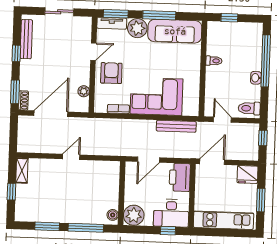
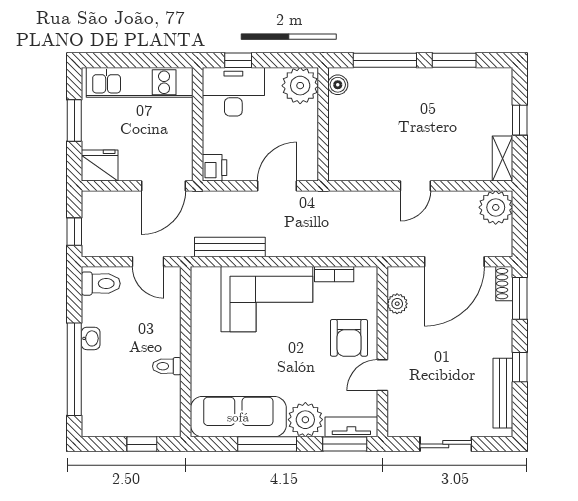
plant: (27, 143) -> (496, 207), added
printer: (180, 177) -> (214, 168), width x0.53, depth x0.68

